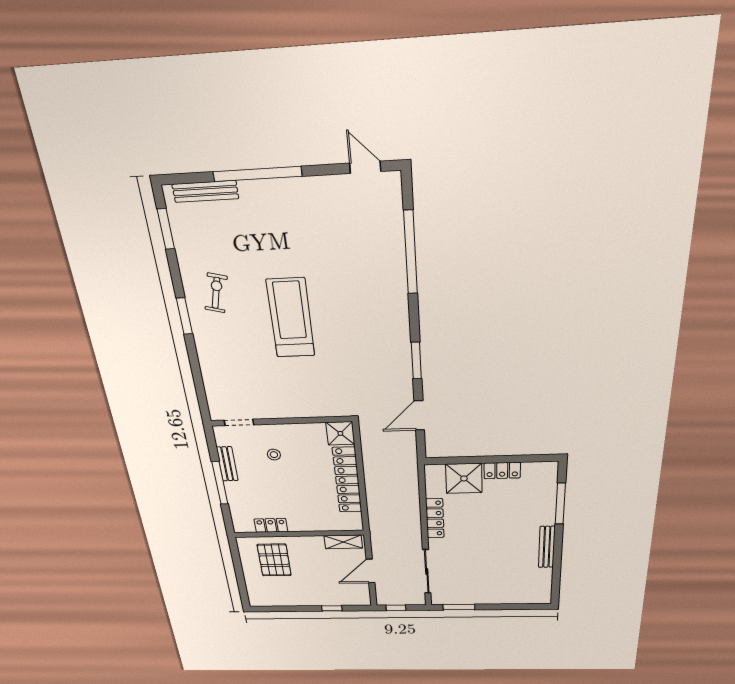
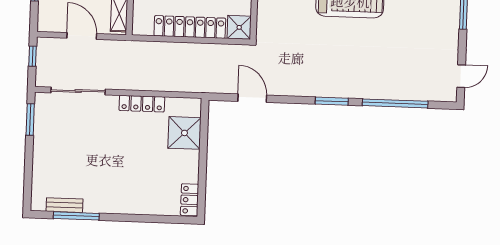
window: (416, 361) -> (332, 101), moved
locker: (502, 471) -> (189, 200), moved
window: (560, 504) -> (76, 216), moved
bench: (547, 547) -> (64, 205), moved, width x0.73

